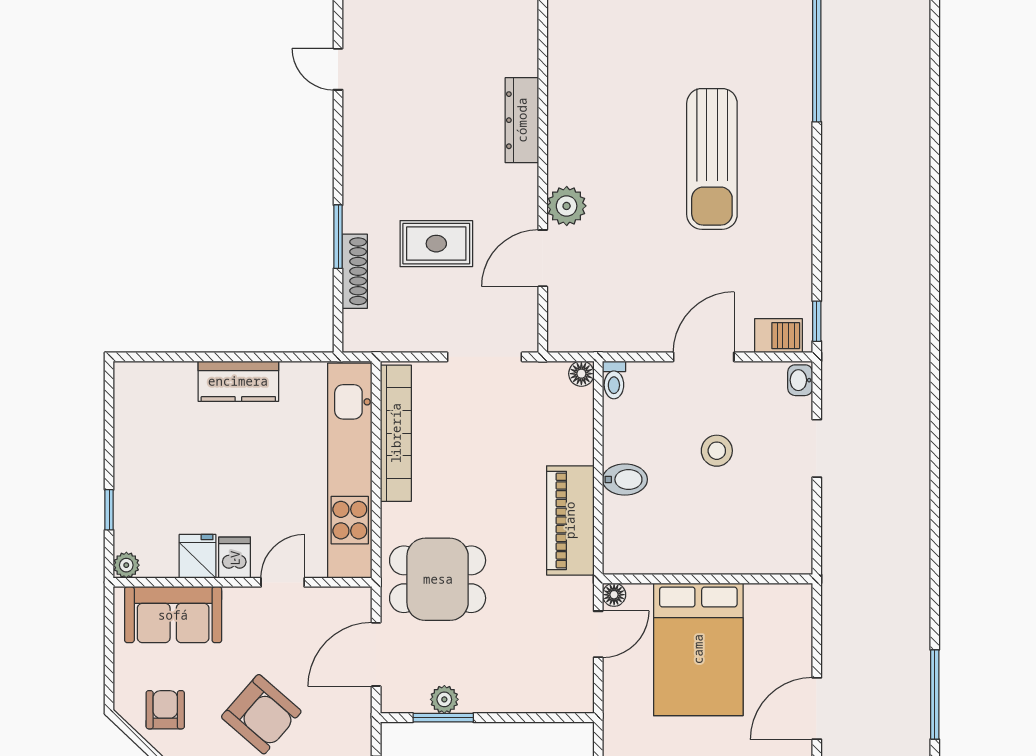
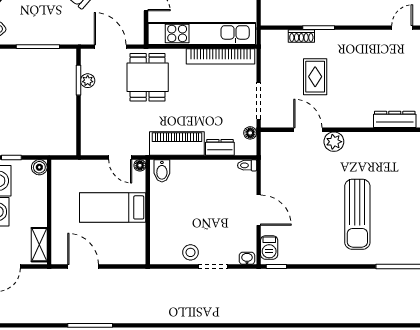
dresser: (522, 120) -> (395, 119), moved
sun lounger: (712, 159) -> (357, 214), turned -90
shoe rack: (355, 271) -> (301, 36), width x0.70
floor lamp: (581, 374) -> (250, 133), moved
dresser: (578, 434) -> (220, 147), added
stool: (717, 451) -> (190, 252), moved
bidet: (625, 479) -> (162, 171), moved
bed: (698, 649) -> (113, 207), width x0.67

